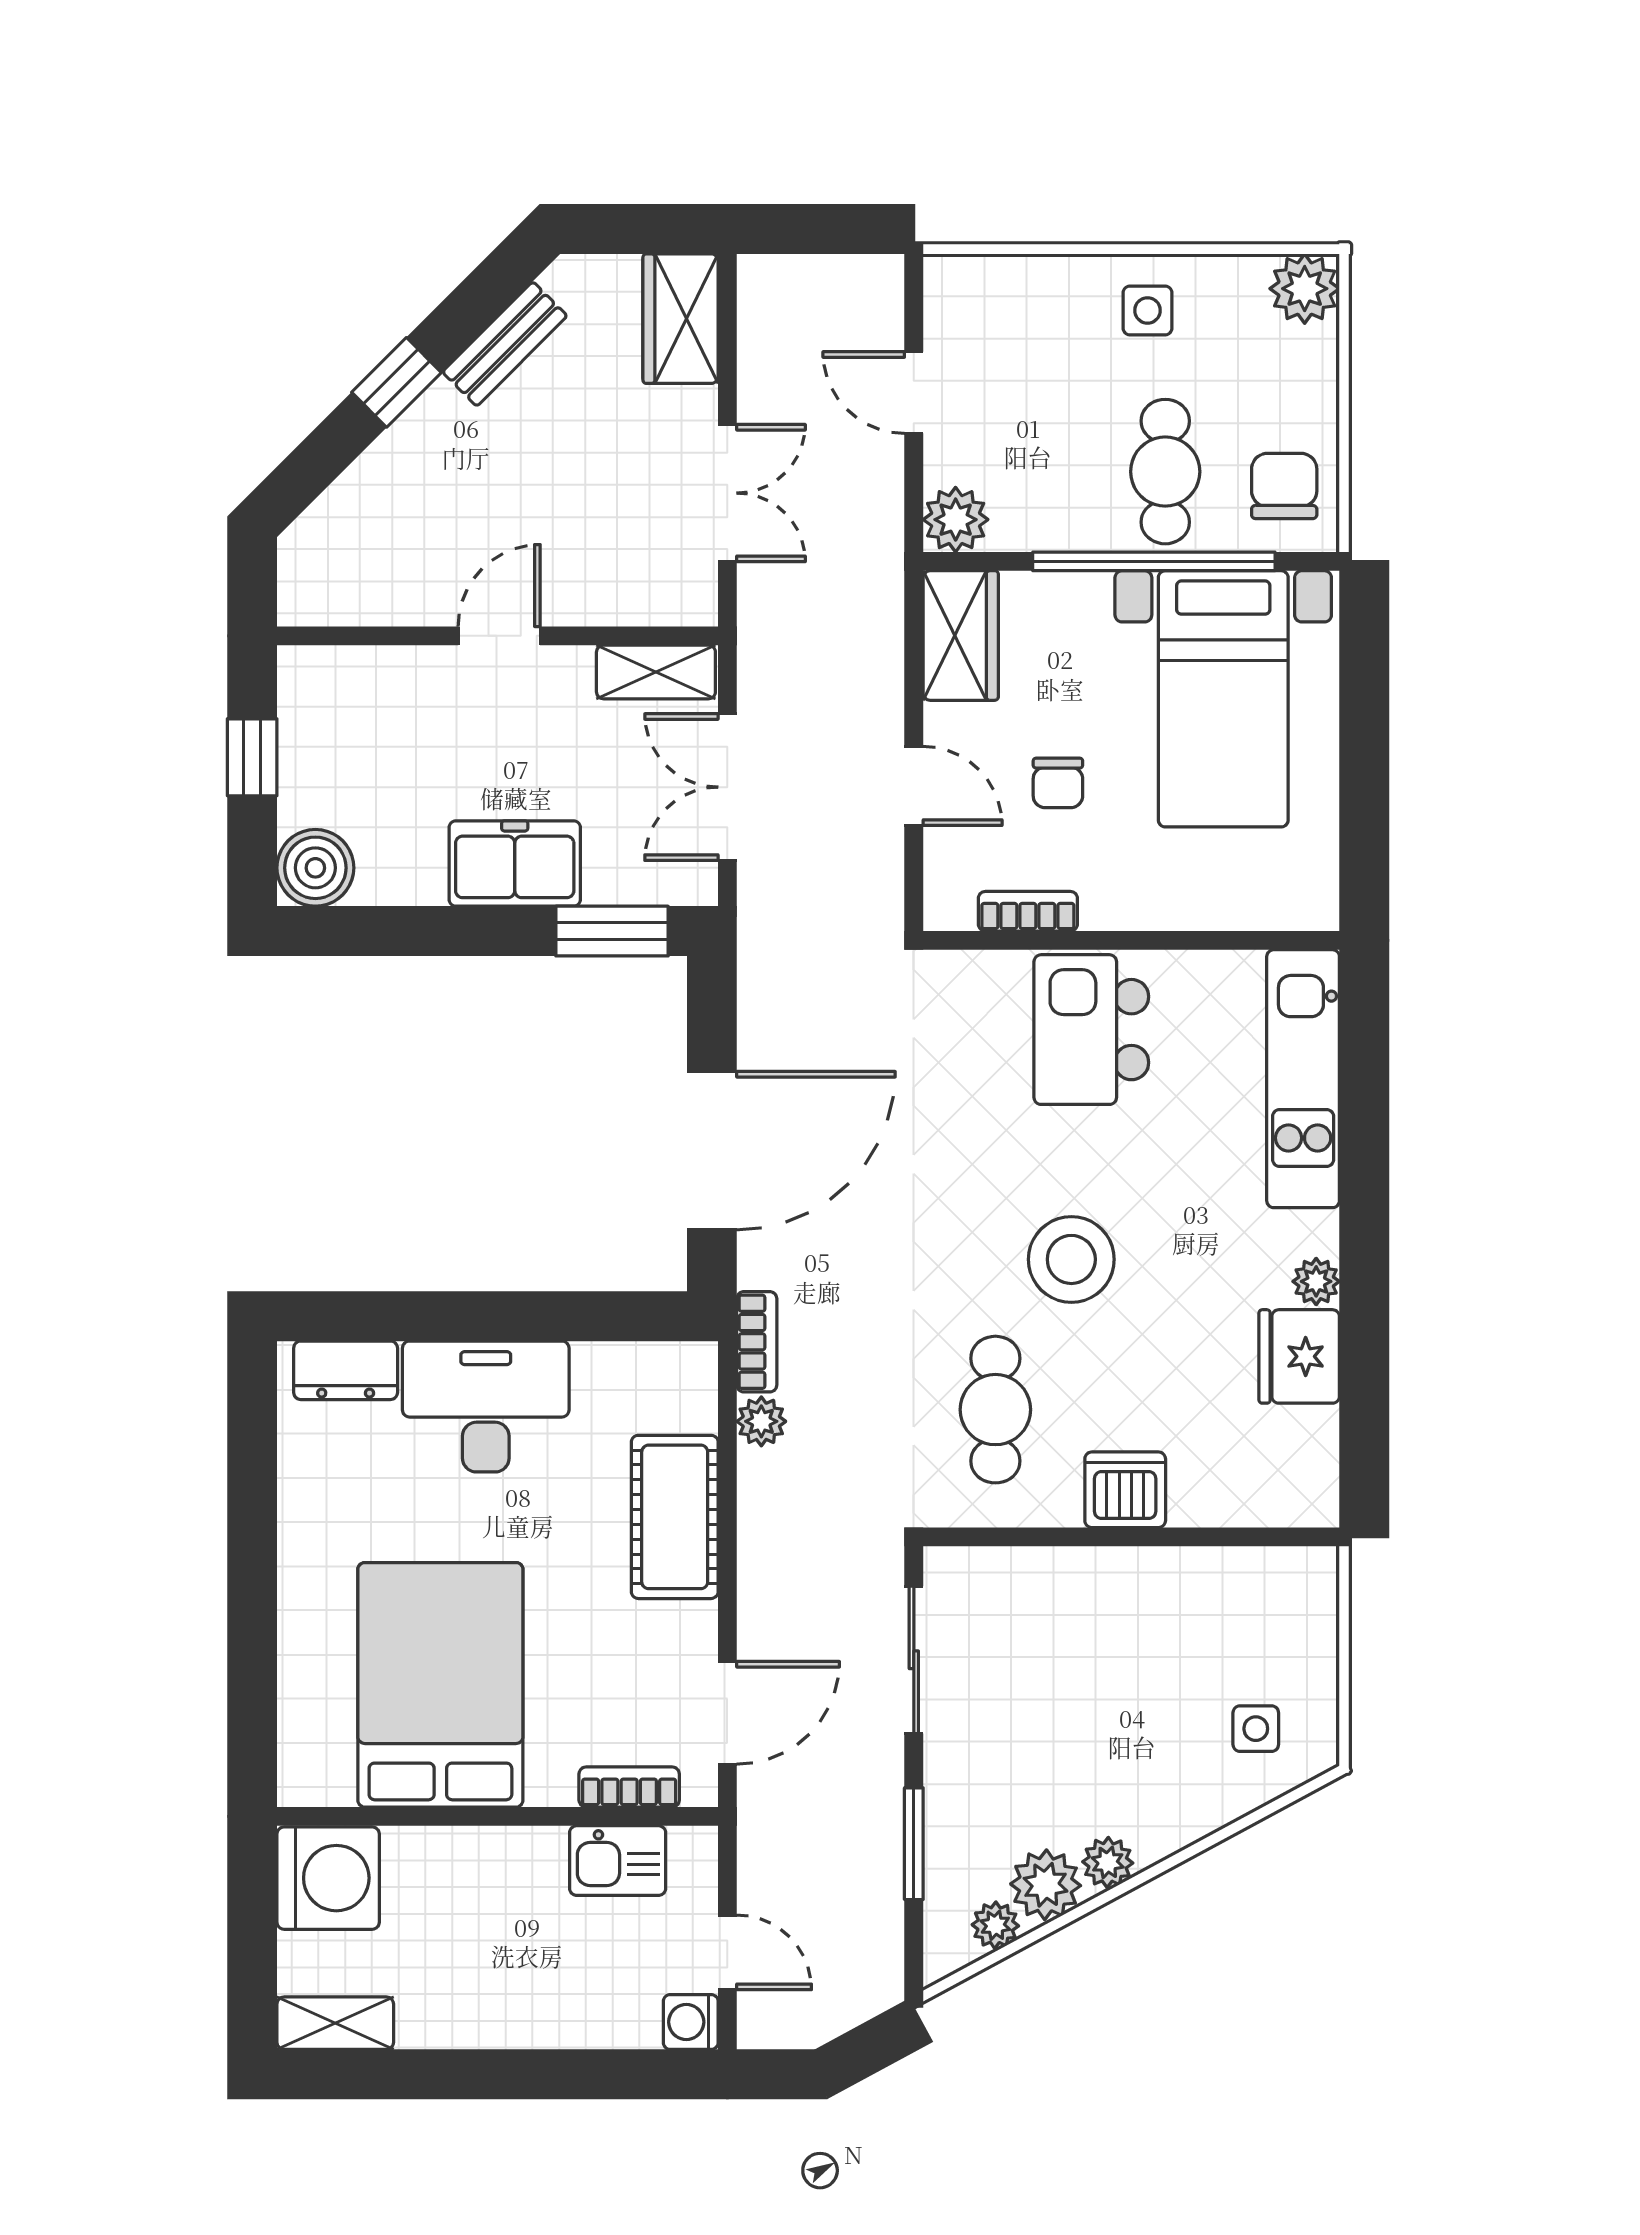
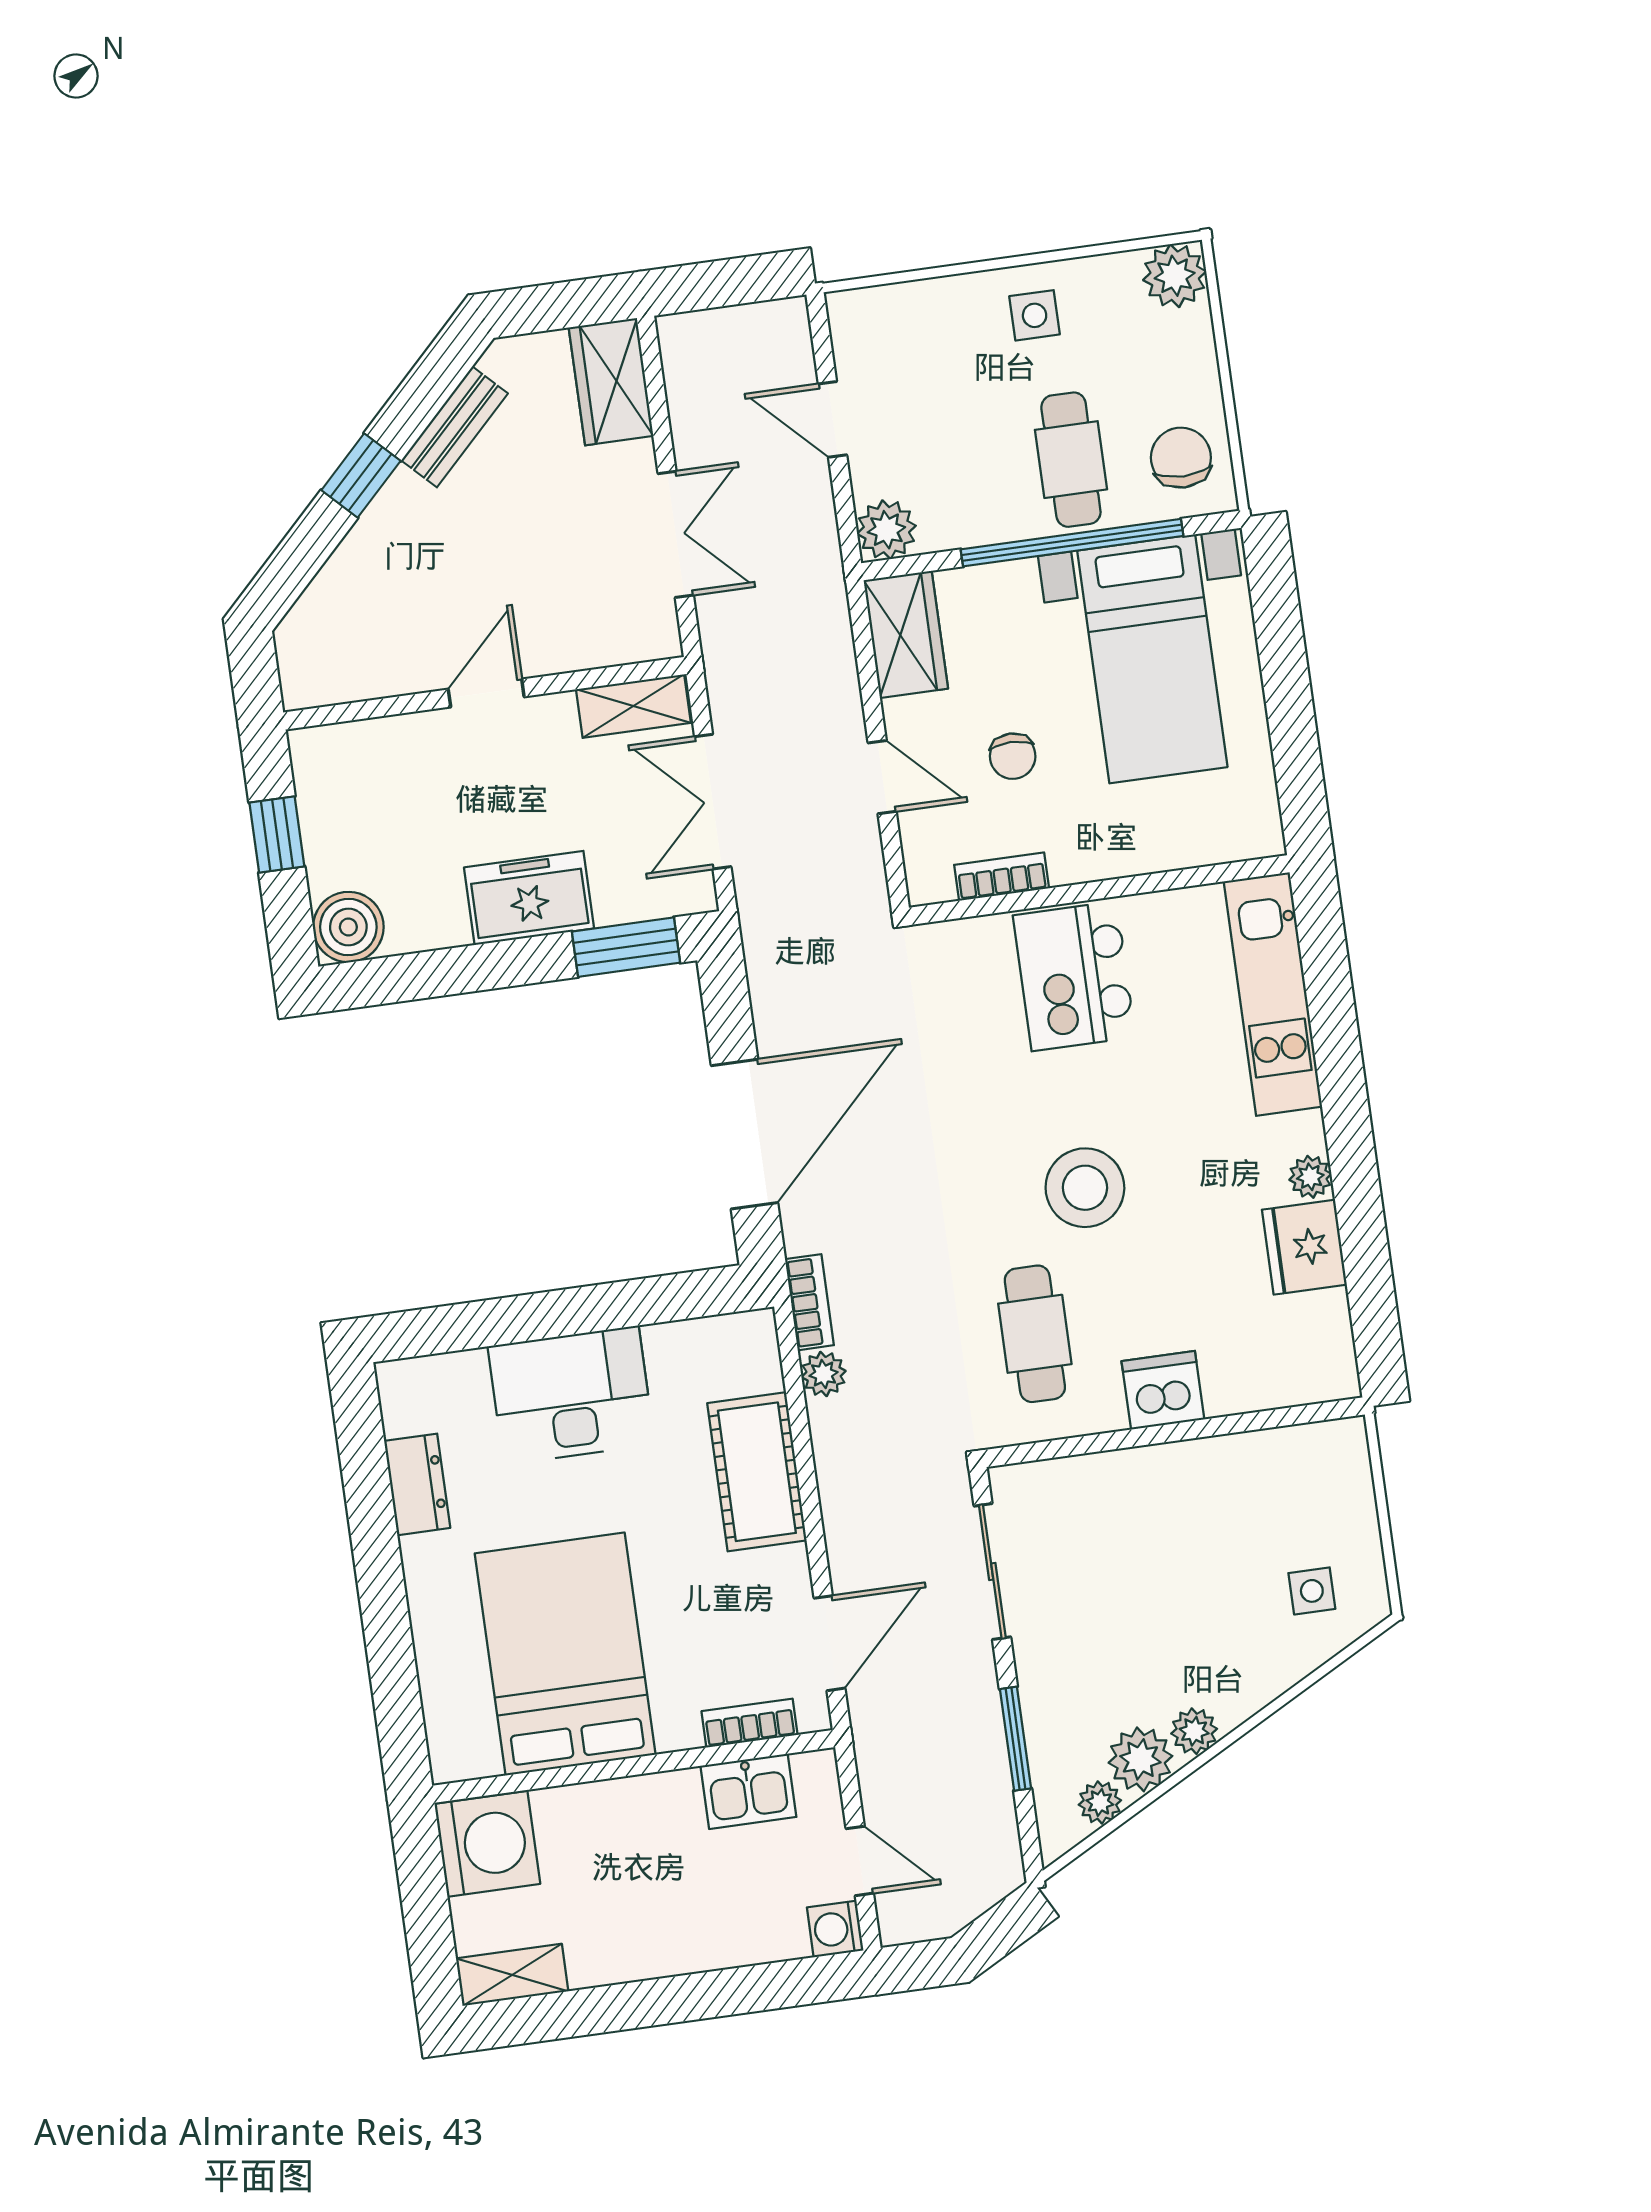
dresser: (346, 1370) -> (417, 1484), moved, turned -90

